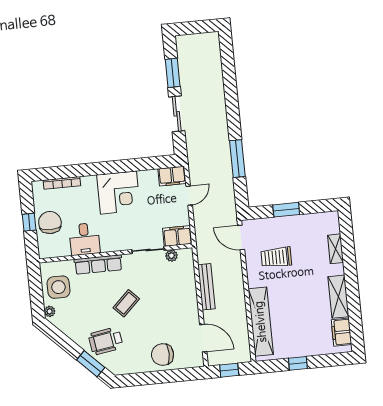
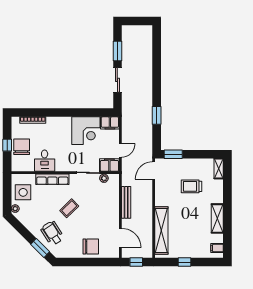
window: (237, 159) -> (157, 115), width x0.69
corner desk: (118, 193) -> (86, 131), moved
door: (189, 196) -> (120, 150), moved
window: (286, 210) -> (173, 154), moved
door: (241, 237) -> (154, 170), hinge flipped
shelving: (336, 249) -> (219, 169), moved
trolley: (276, 257) -> (191, 186), moved
filing cabinet: (341, 332) -> (217, 248), width x0.50
wheelchair: (106, 341) -> (52, 233), turned 66
chair: (163, 355) -> (91, 247), turned 180

